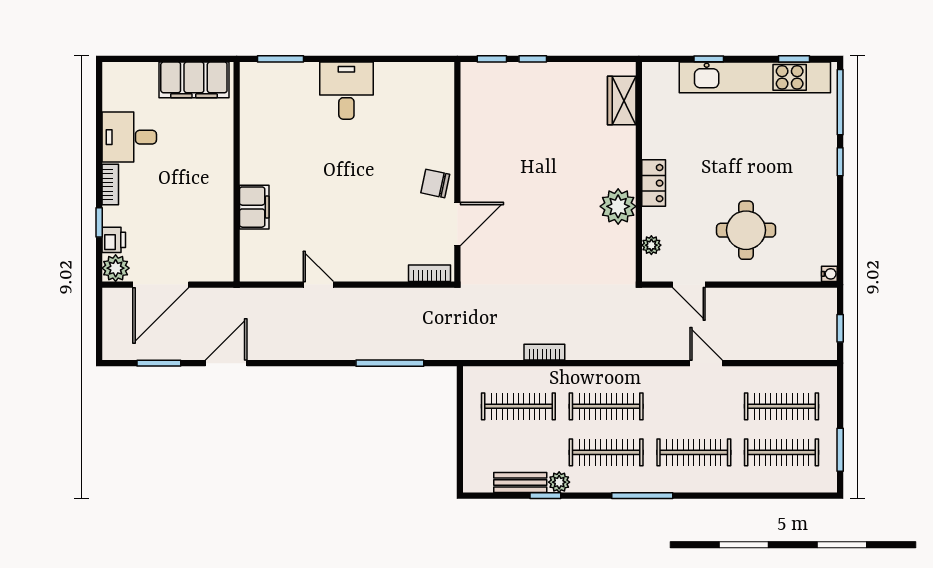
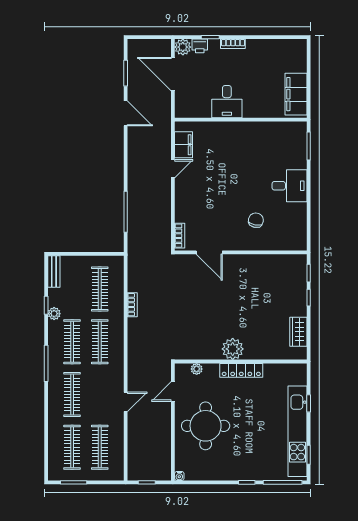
wardrobe: (622, 100) -> (298, 332), moved, turned -90
desk: (129, 137) -> (227, 102), moved, turned 180
locker: (654, 183) -> (241, 370), width x1.53
chair: (435, 184) -> (256, 220), moved
plant: (618, 206) -> (233, 349), moved
filing cabinet: (254, 207) -> (183, 145), moved, turned -90
round table: (746, 230) -> (206, 426), width x1.36, depth x1.36
bench: (520, 483) -> (54, 271), moved

